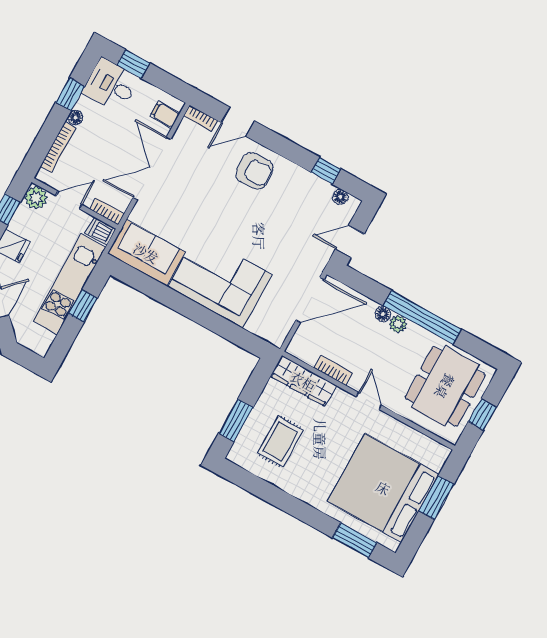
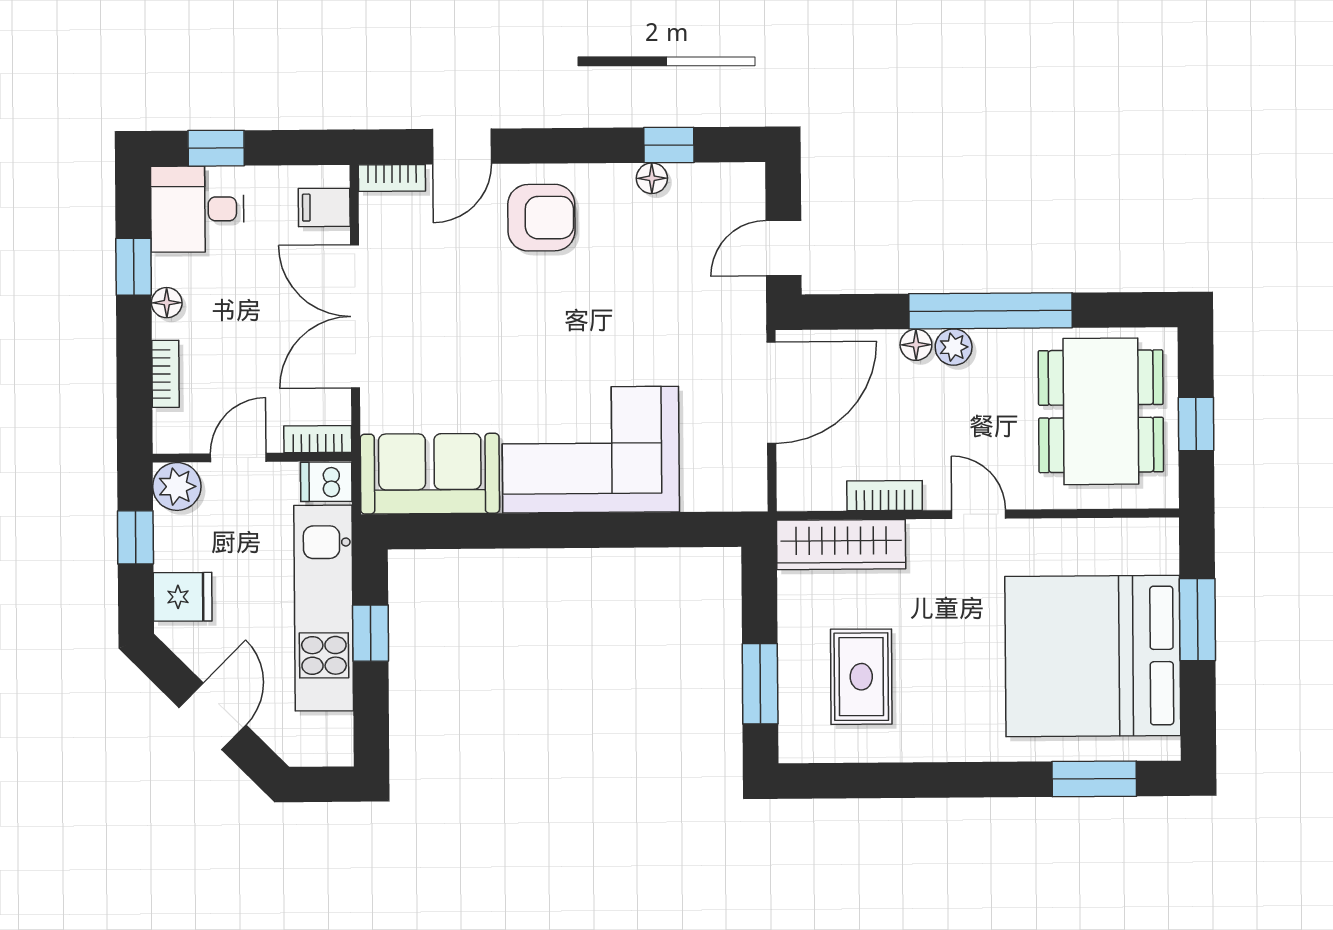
bookcase: (58, 147) -> (165, 374), width x0.64
floor lamp: (340, 197) -> (652, 178), moved

